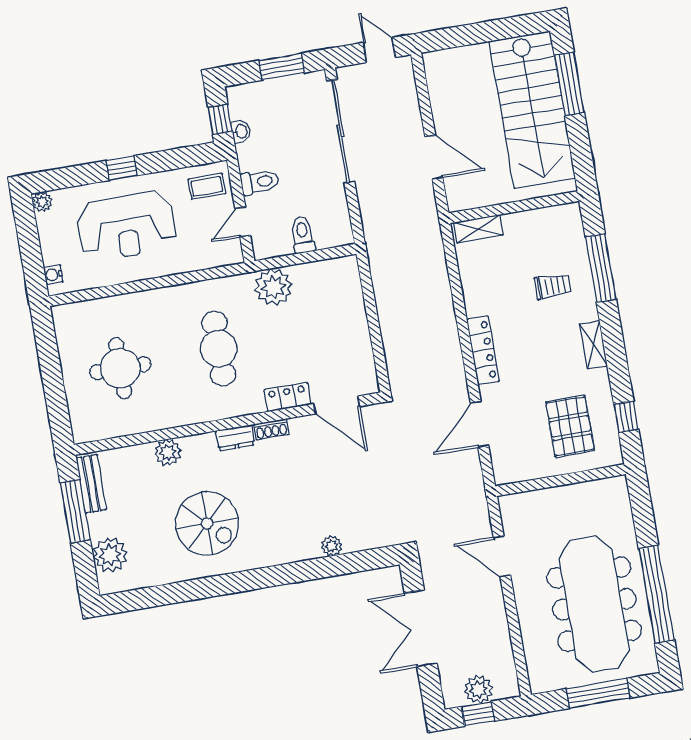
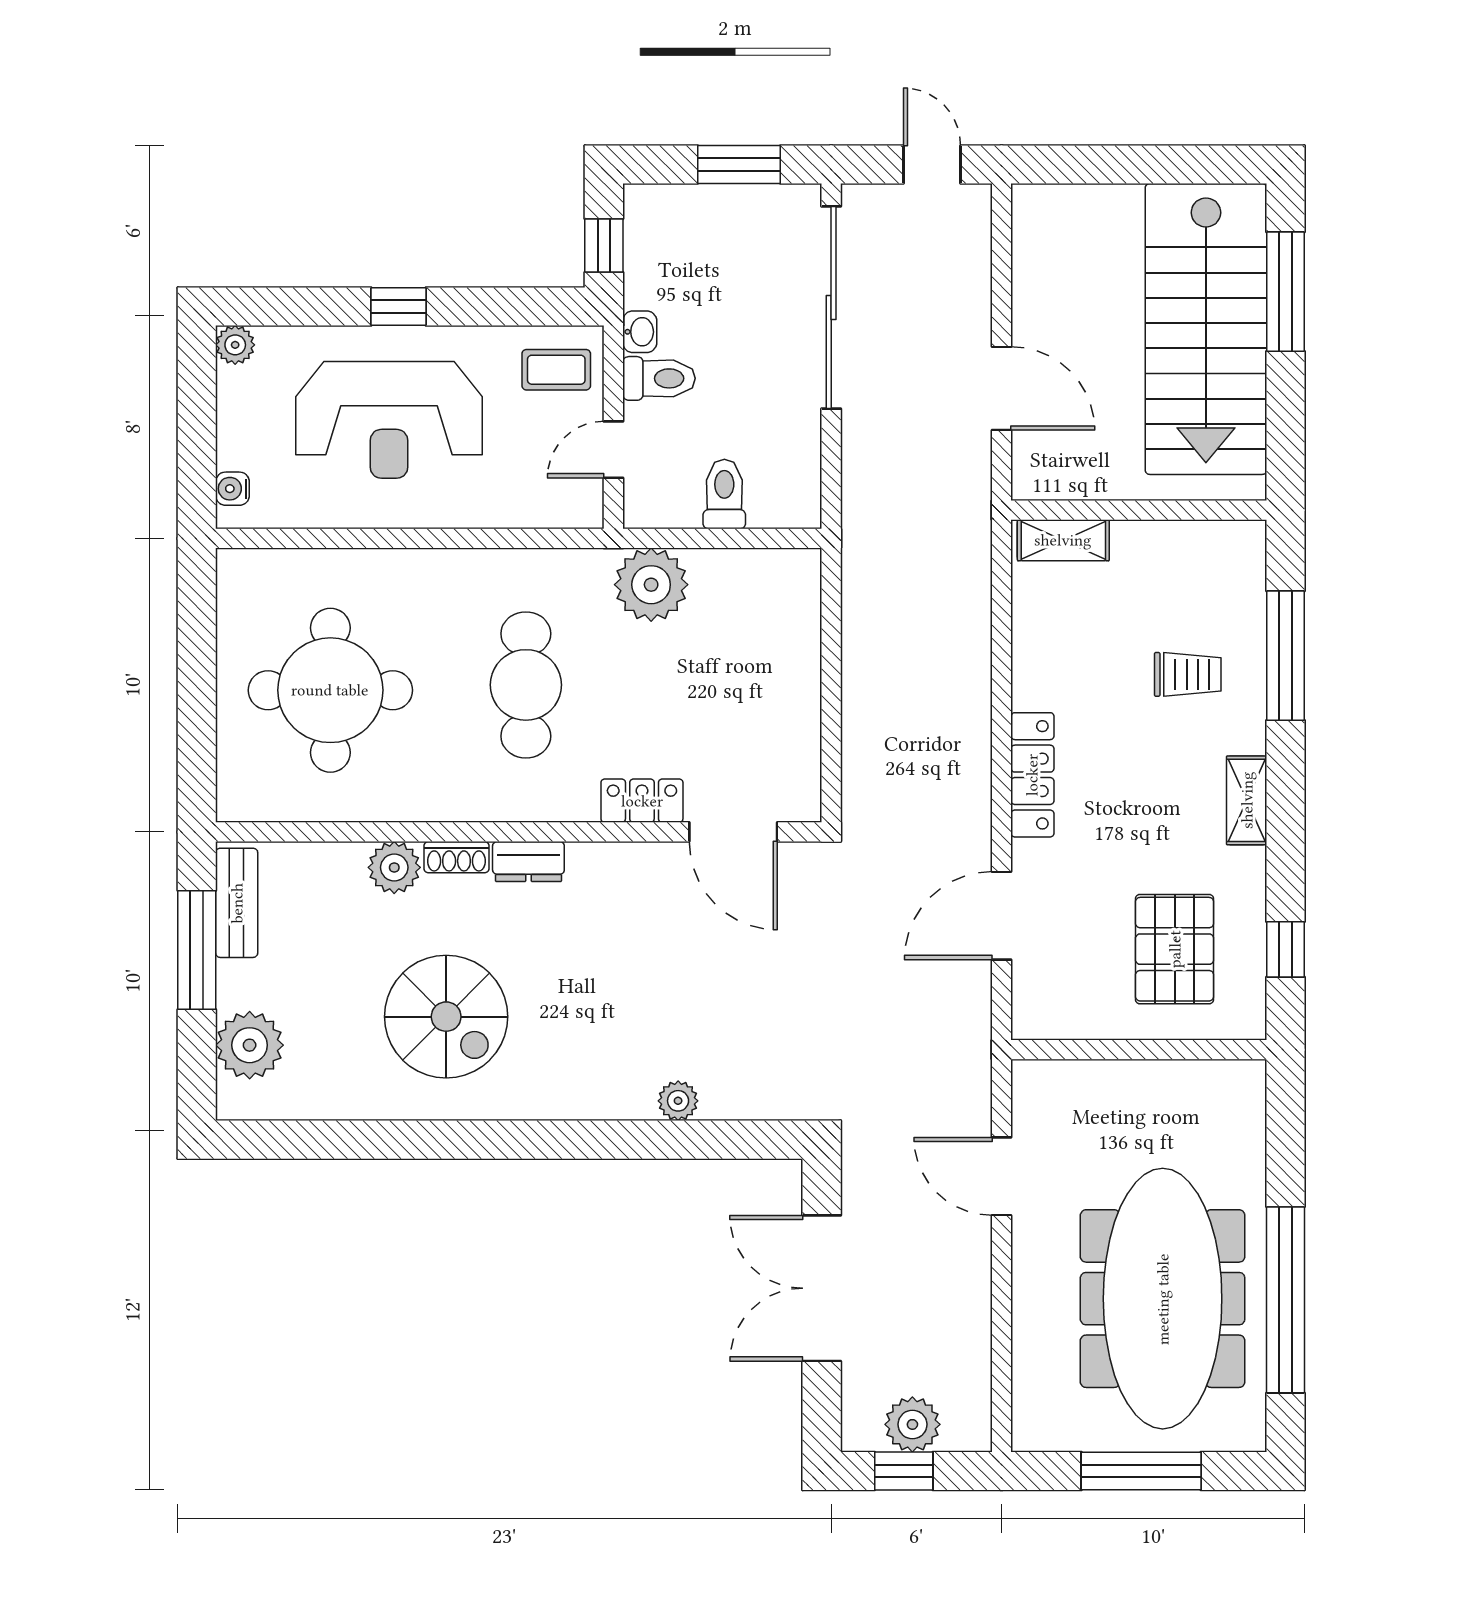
washbasin: (241, 131) -> (640, 332), moved
round table: (120, 368) -> (330, 690), width x1.36, depth x1.36
shoe rack: (271, 429) -> (457, 857), moved

